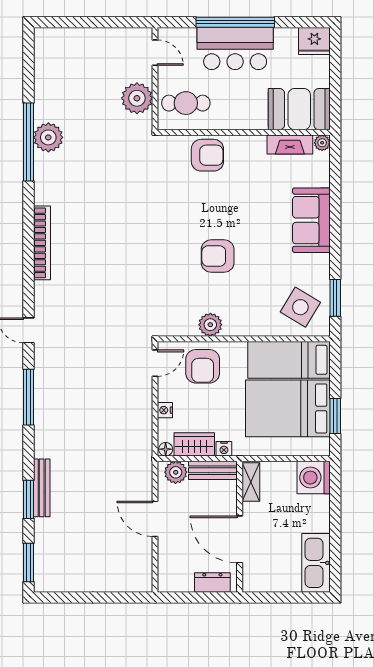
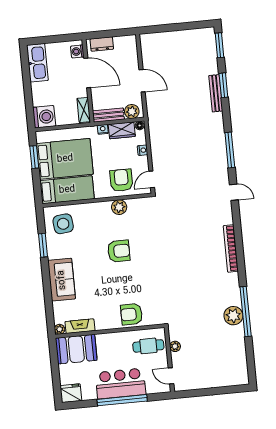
plant: (137, 98) -> (175, 346), width x0.53, depth x0.53
window: (335, 298) -> (43, 245), moved
side table: (300, 307) -> (63, 224), turned -37
washing machine: (252, 575) -> (77, 51), added

